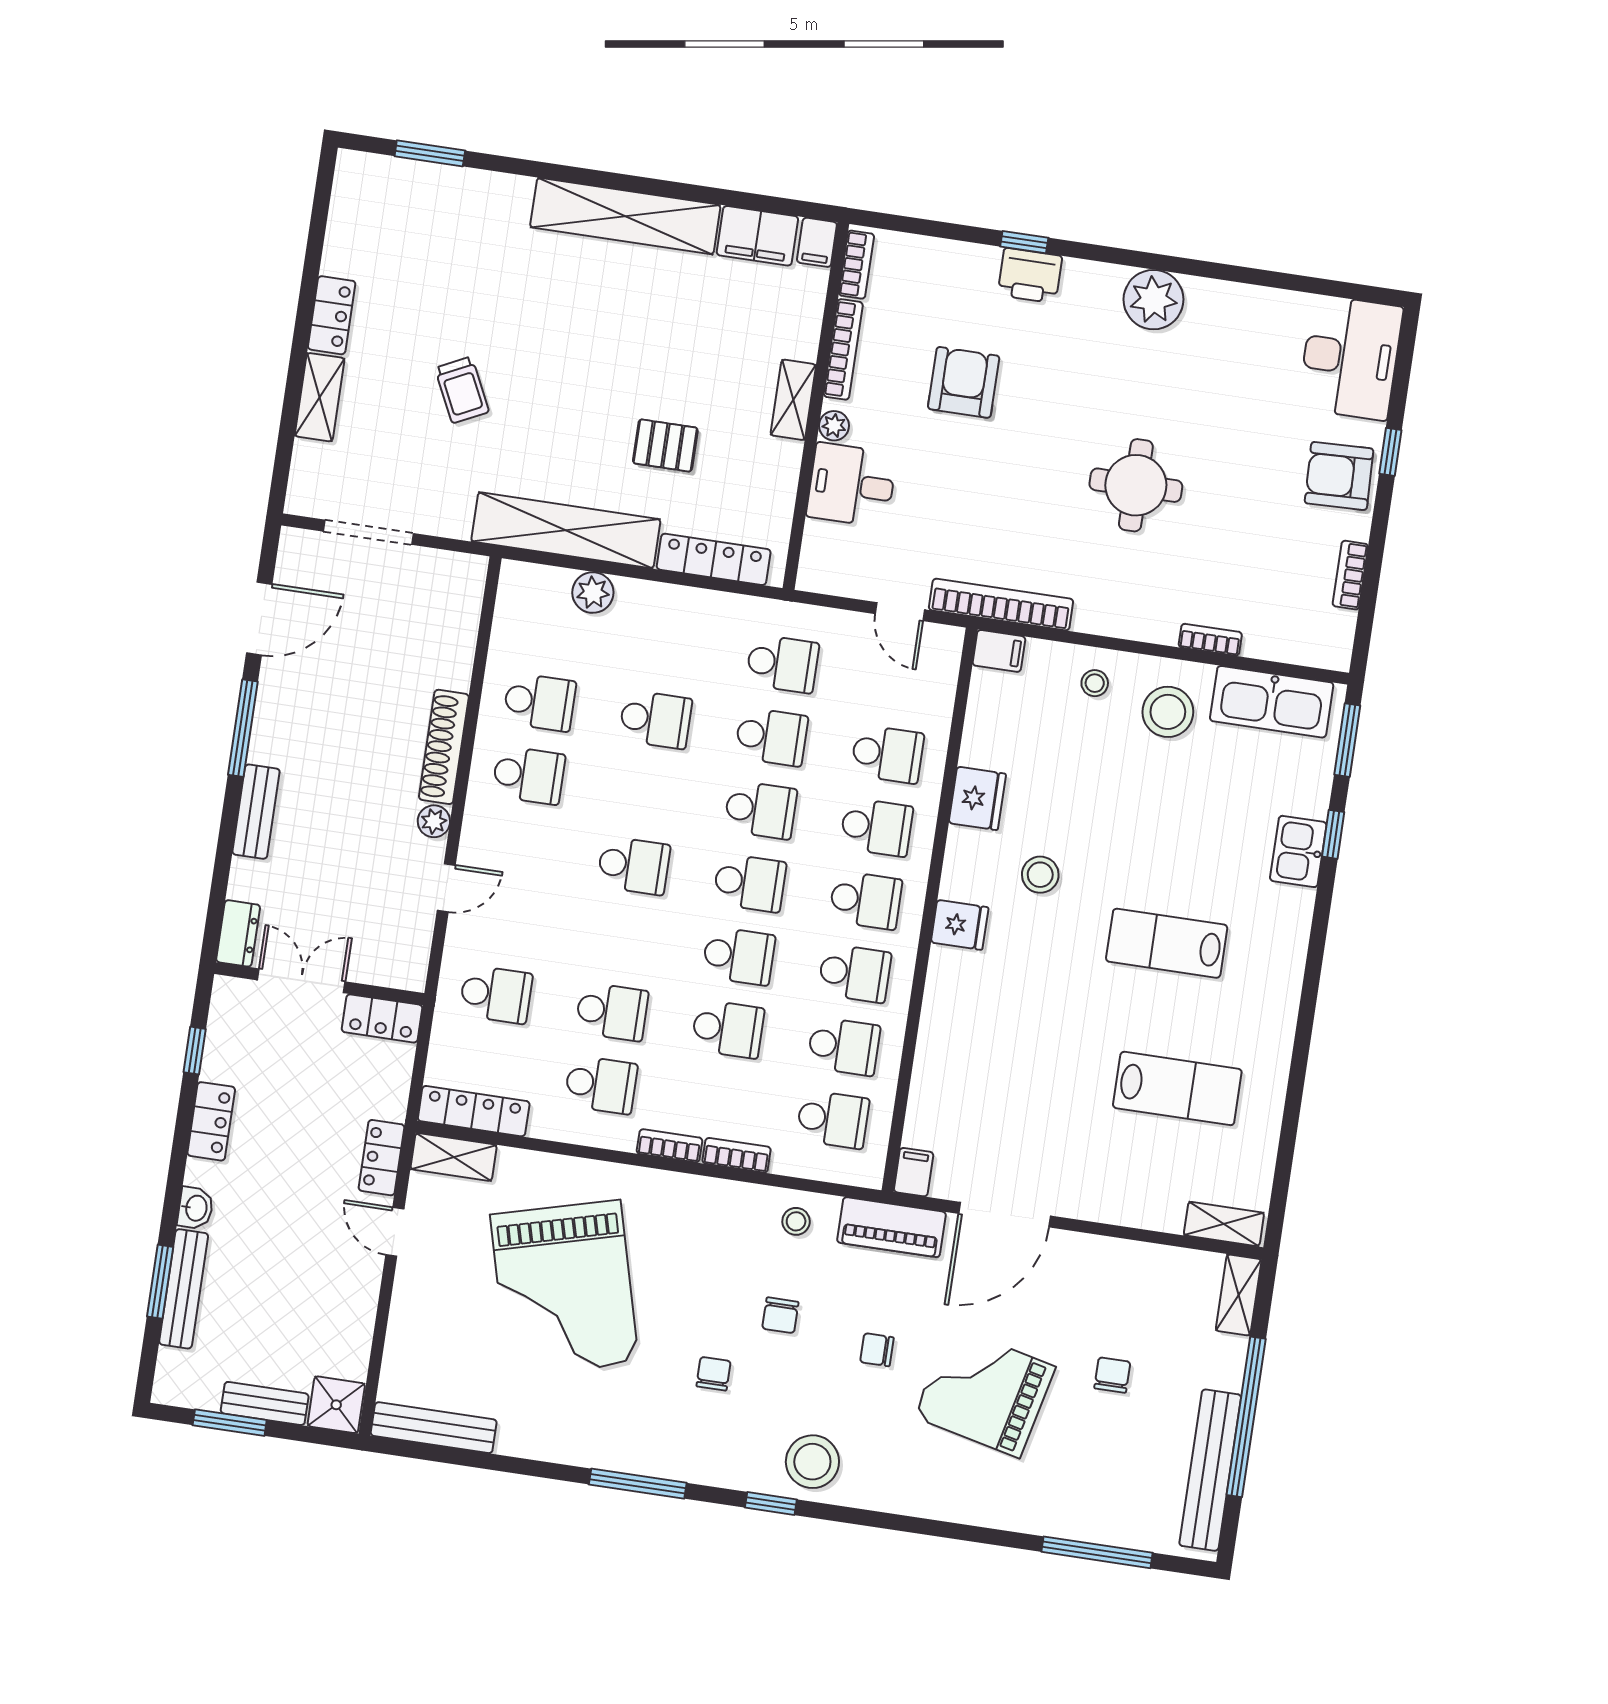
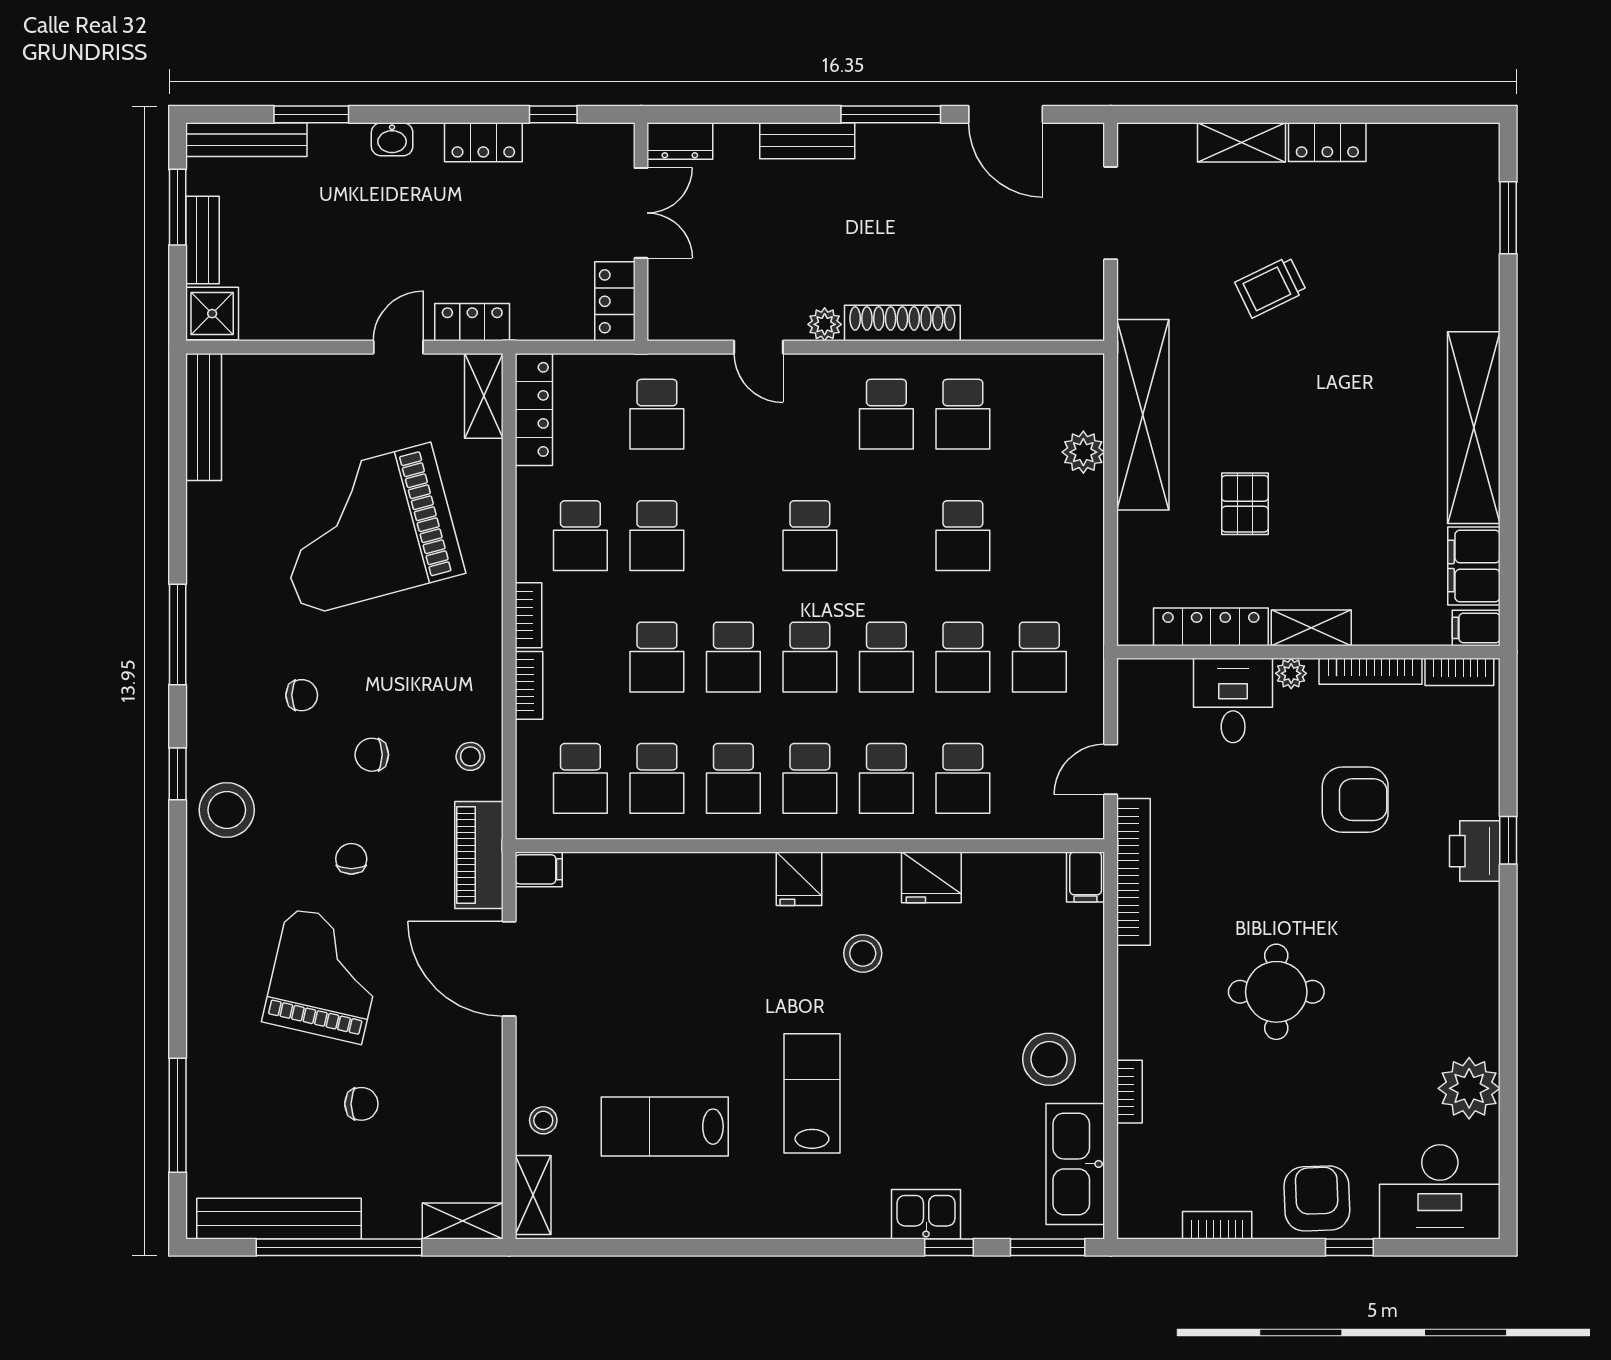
plant: (1153, 300) -> (1469, 1088), moved
locker: (714, 559) -> (1211, 627), moved, turned -90
stool: (1095, 683) -> (543, 1120), moved
lab bench: (1177, 1088) -> (665, 1127), turned 90
bench: (184, 1289) -> (246, 140), moved

